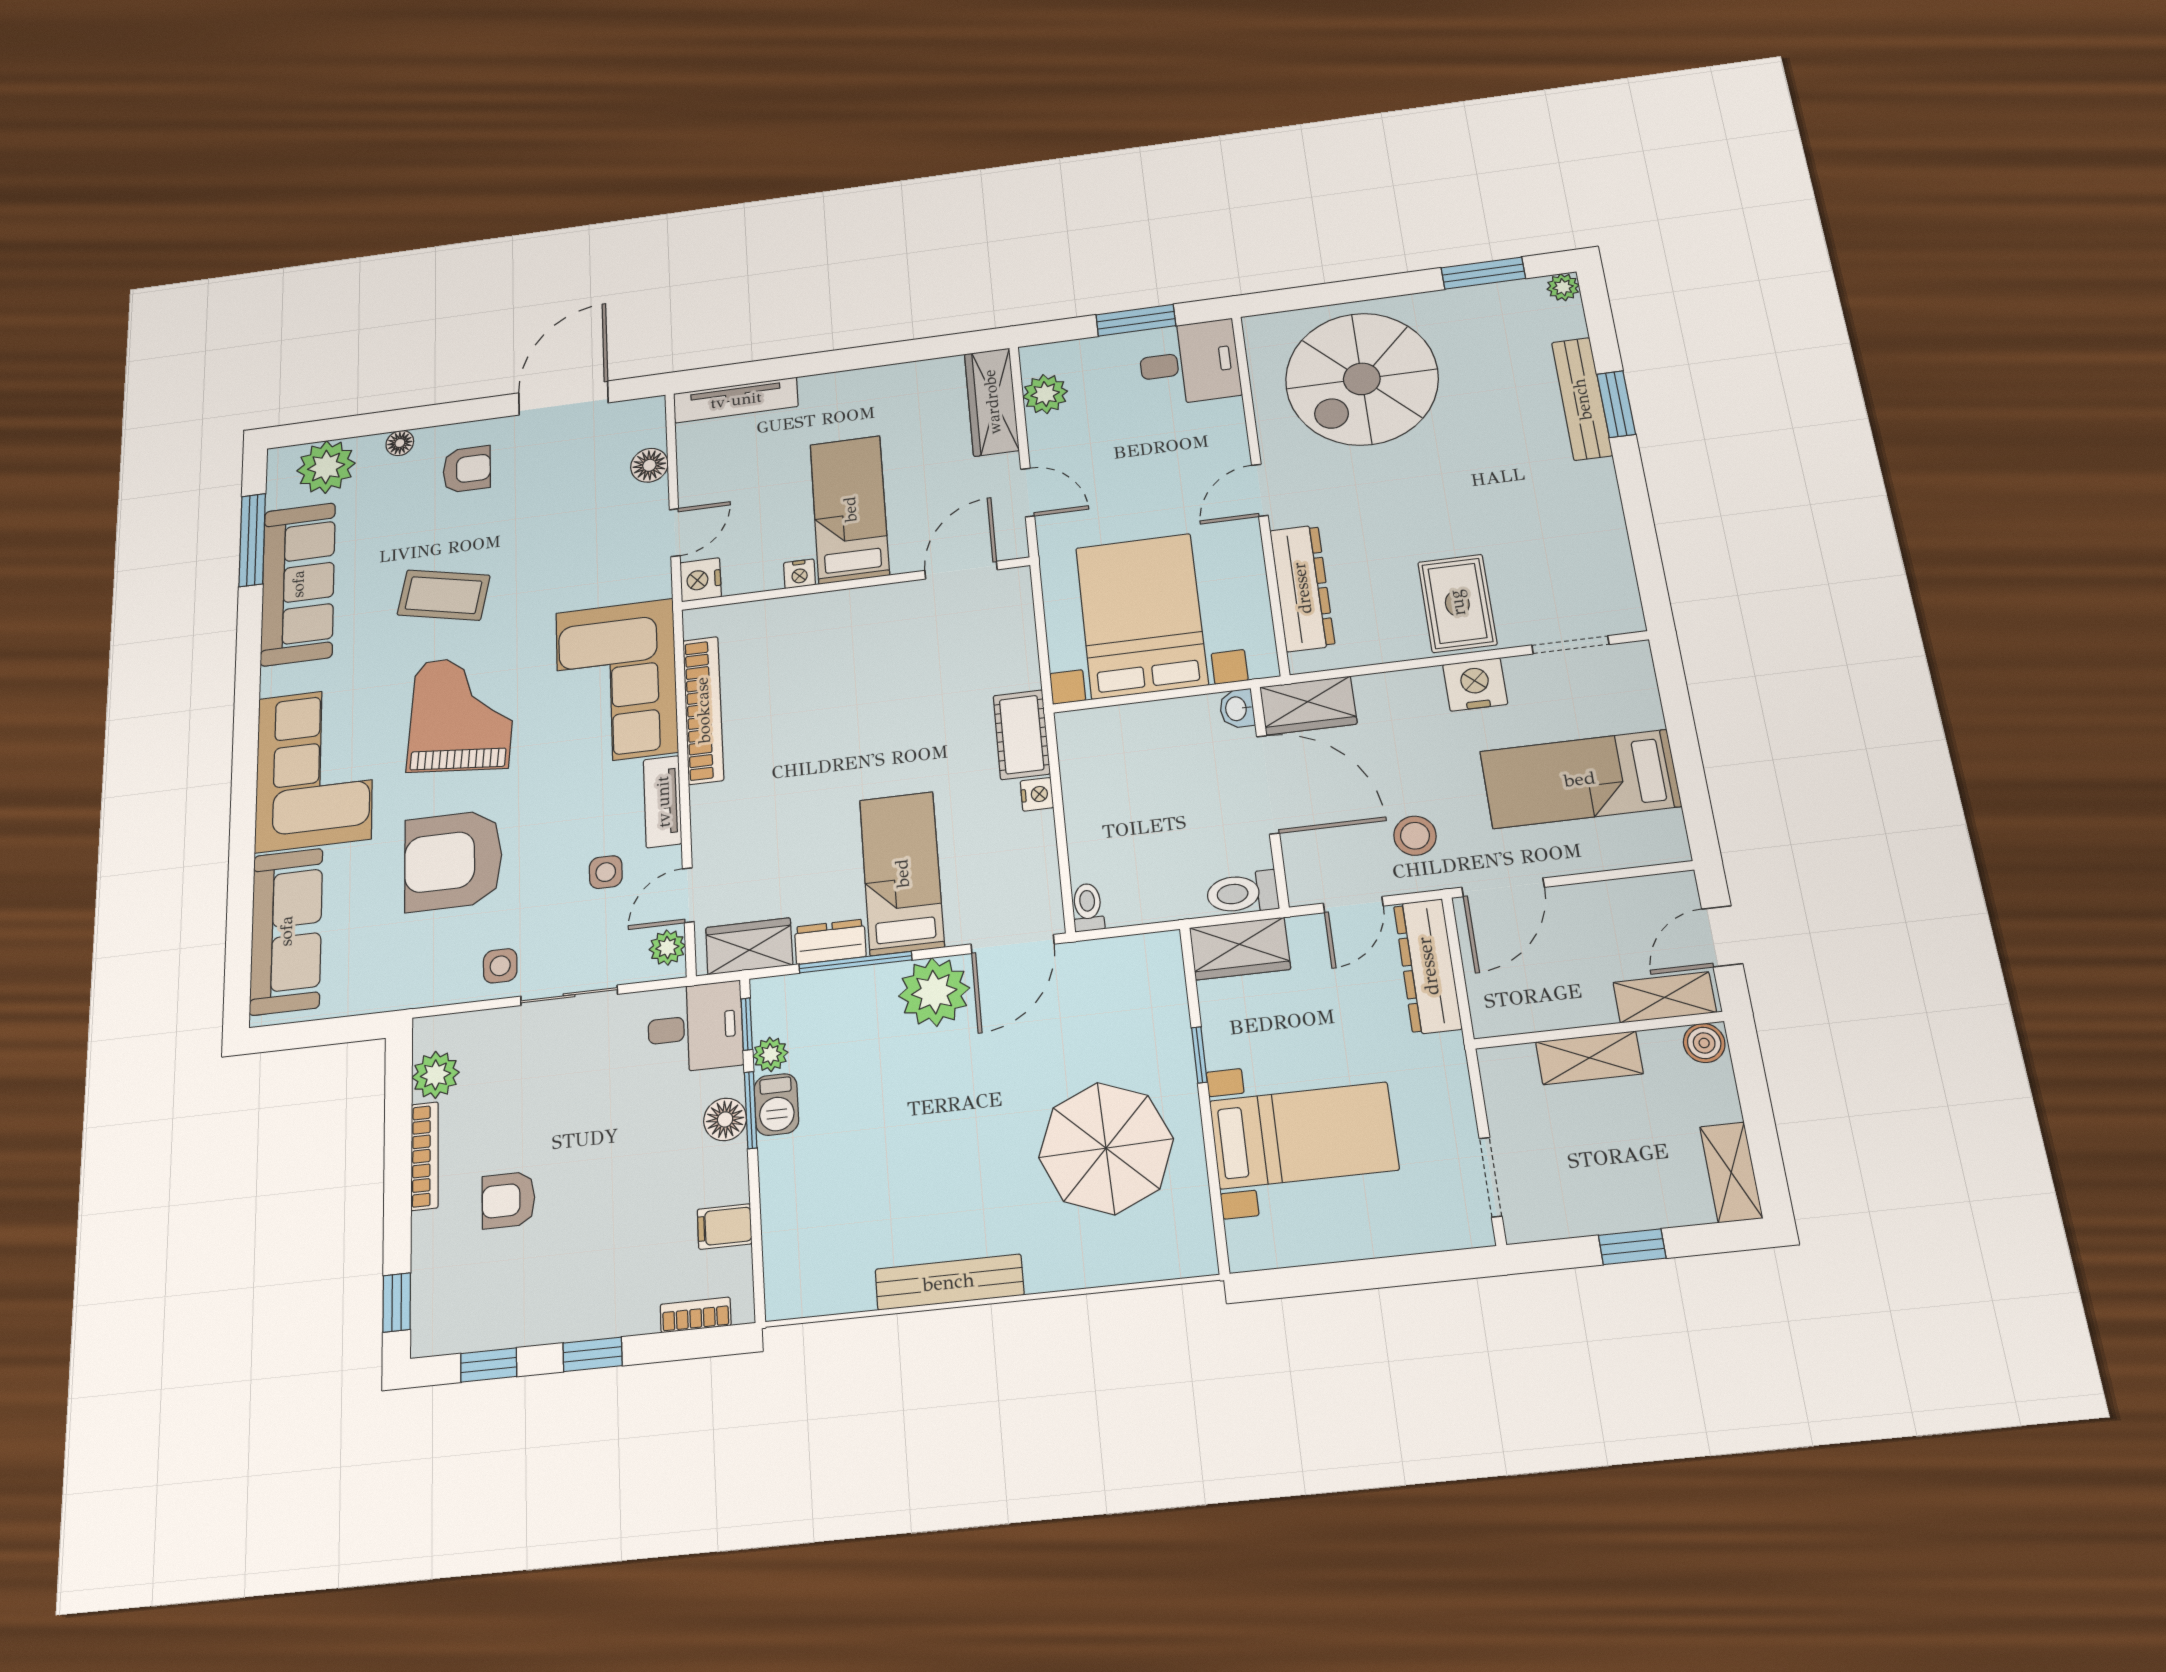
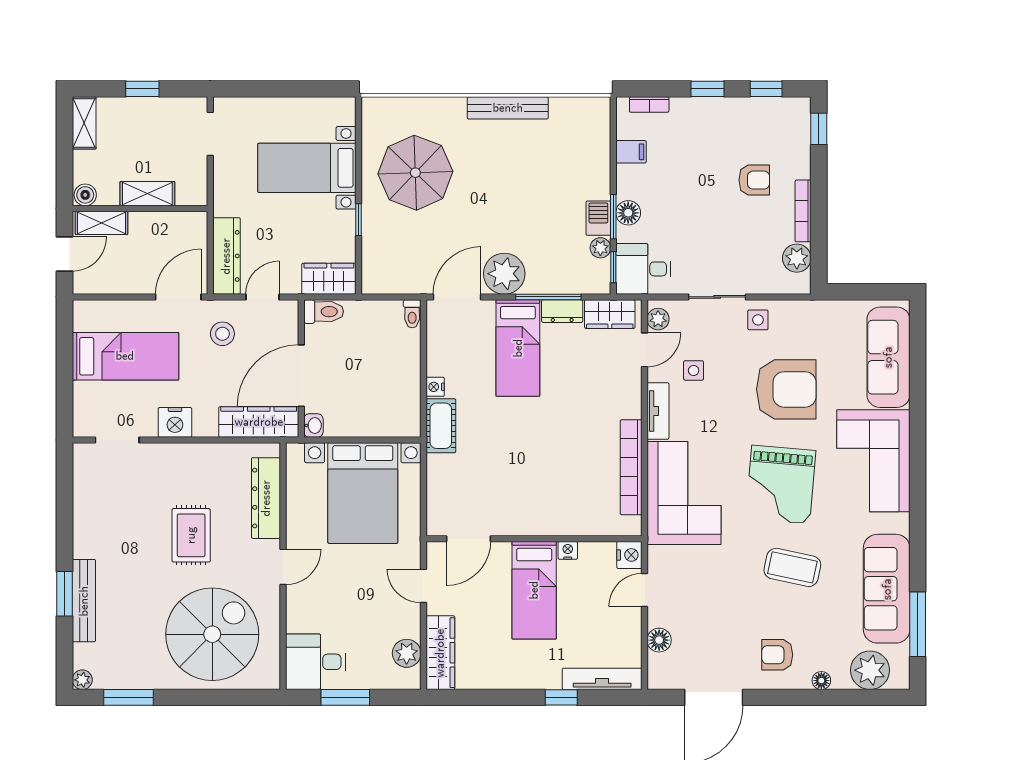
window: (797, 366) -> (561, 697), added
rug: (1457, 603) -> (191, 535), moved
wardrobe: (1308, 705) -> (259, 422), width x1.50
door: (1268, 785) -> (301, 376), hinge flipped

